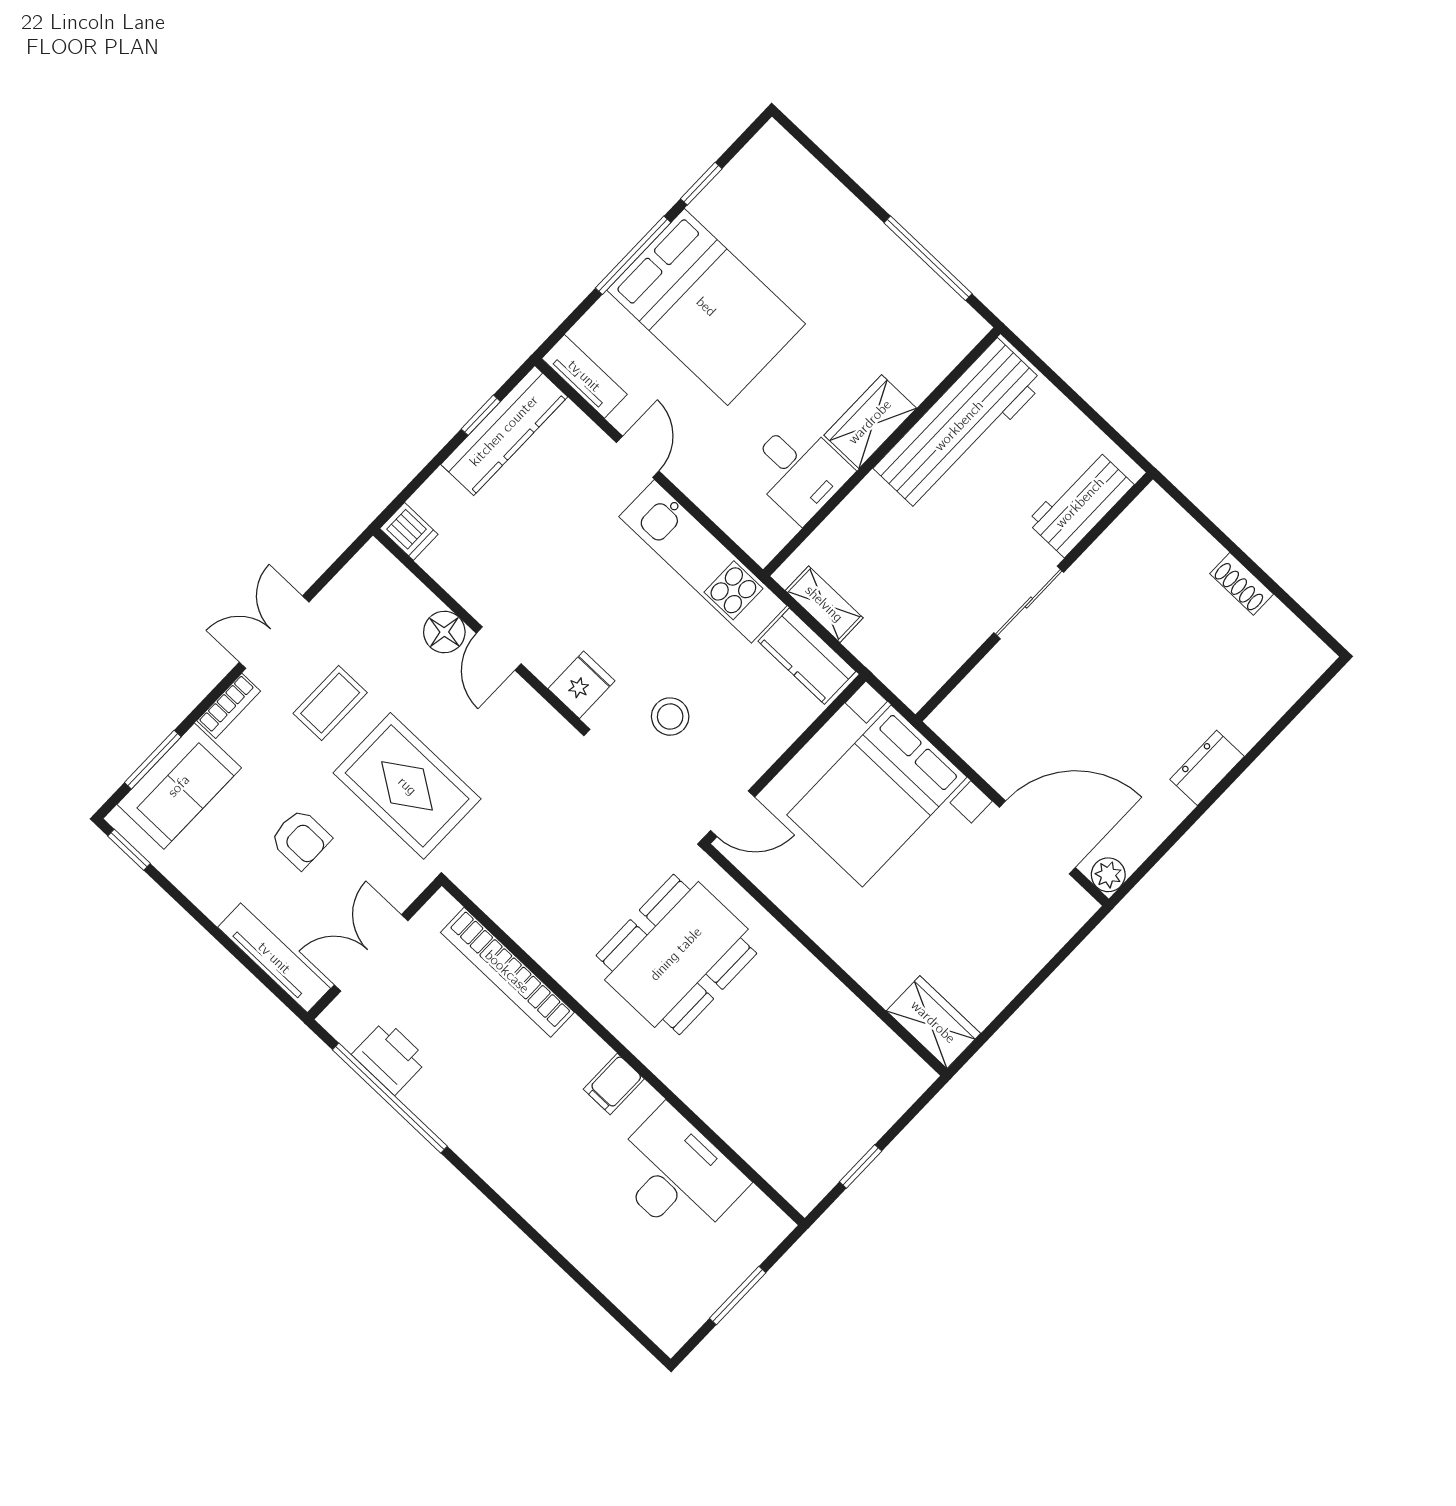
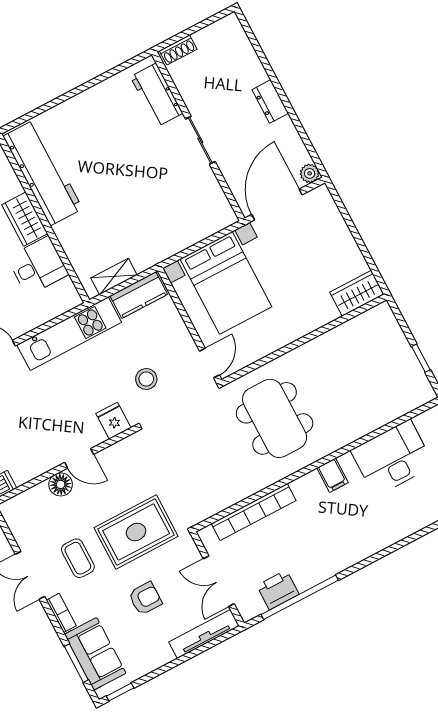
workbench: (1080, 503) -> (157, 95), moved
wall: (1034, 597) -> (198, 136), moved
sliding door: (1029, 603) -> (200, 140), moved

